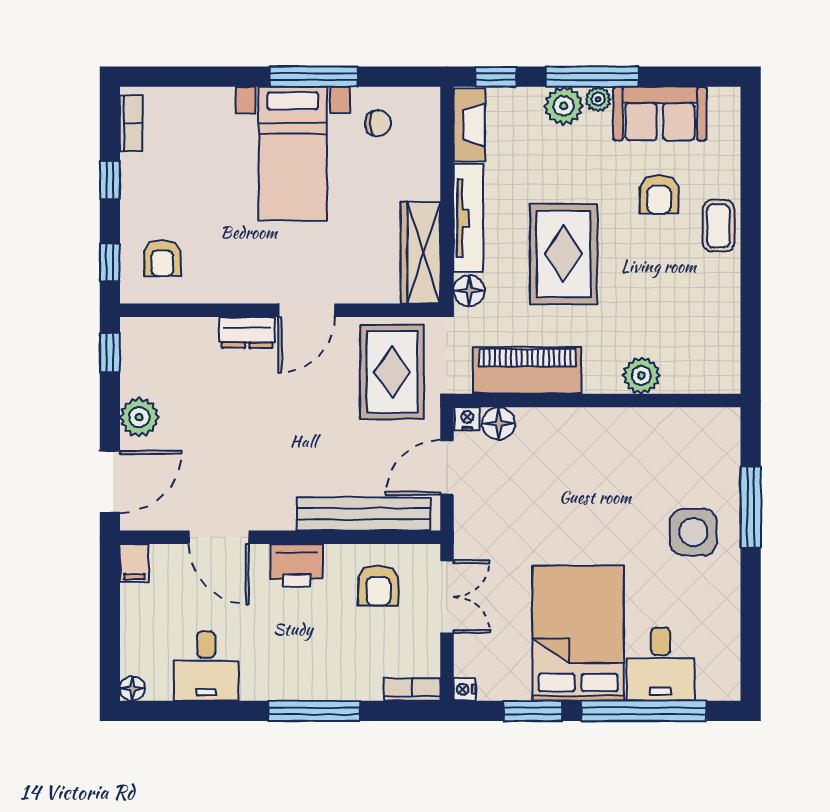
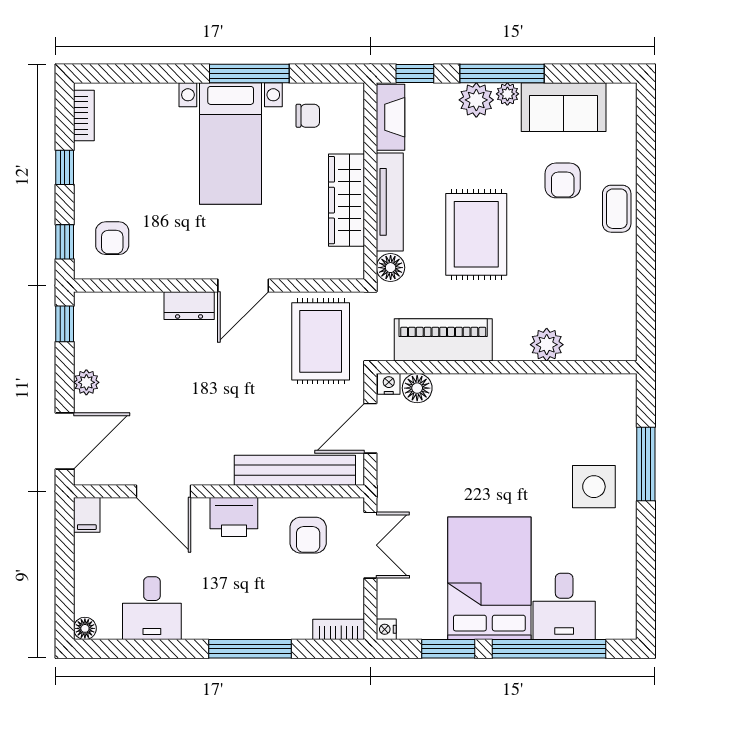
wardrobe: (421, 253) -> (346, 200), moved
plant: (139, 417) -> (86, 382), width x0.73, depth x0.73

